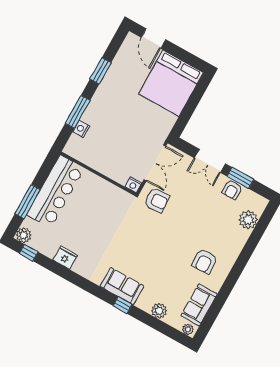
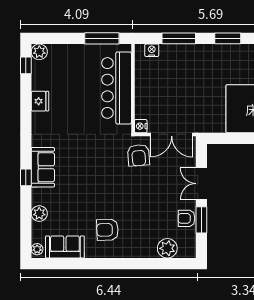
nightstand: (81, 129) -> (152, 50), moved
bar counter: (55, 191) -> (117, 88), moved, turned 90
window: (28, 202) -> (102, 38), moved

